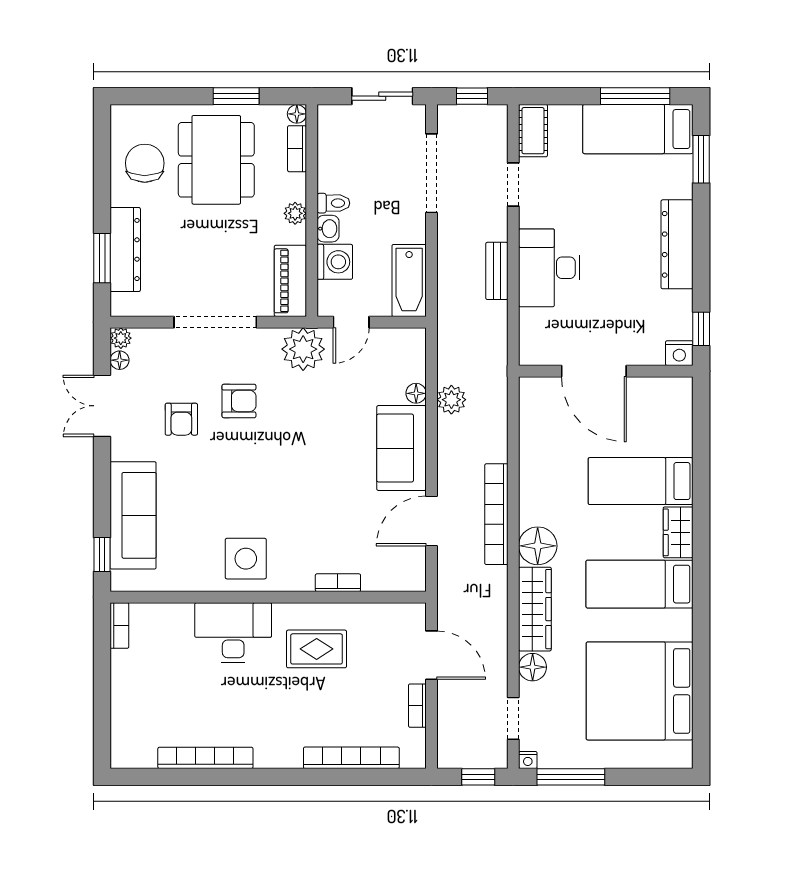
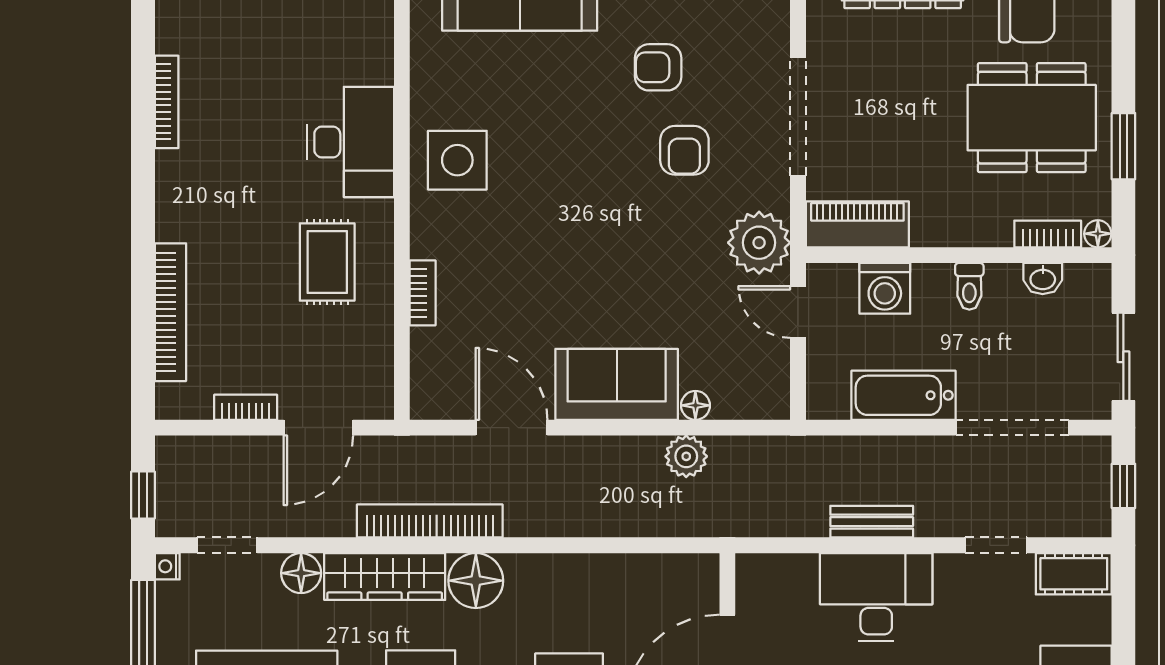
plant: (295, 213) -> (955, 231), removed
washbasin: (328, 229) -> (1043, 279), moved
bathtub: (409, 281) -> (903, 395), moved
bookcase: (496, 514) -> (430, 521), moved
bookcase: (205, 758) -> (167, 102), width x0.68, depth x0.76

